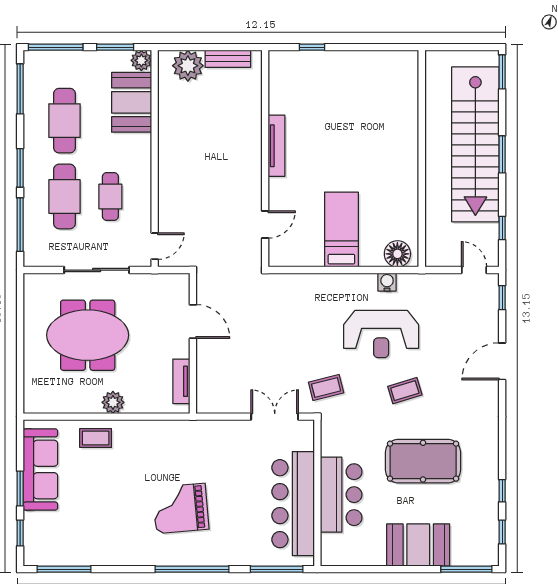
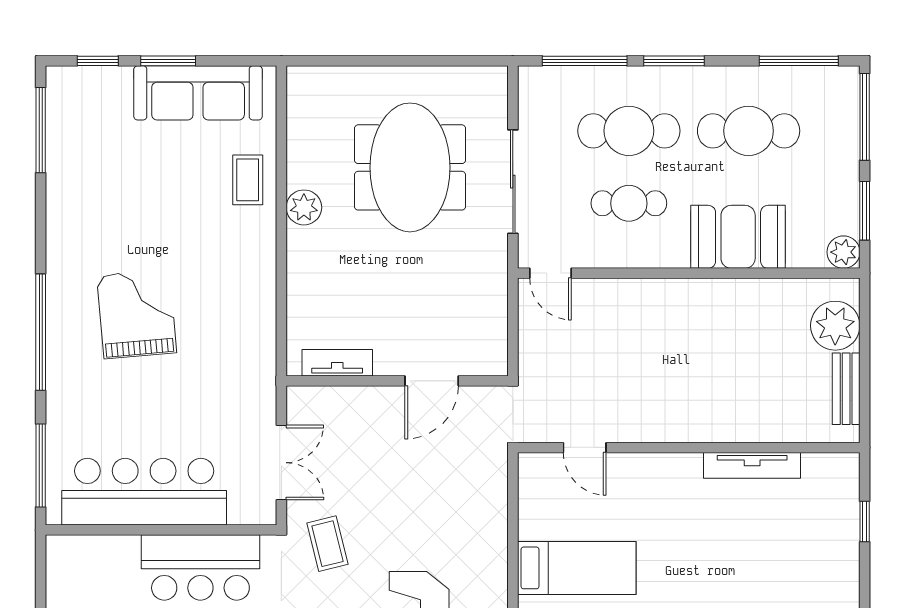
booth: (132, 102) -> (738, 237), moved
tv unit: (276, 146) -> (752, 465), moved
door: (193, 322) -> (432, 381), moved
wall: (193, 343) -> (397, 381), moved
tv unit: (181, 381) -> (337, 363), moved
bar counter: (341, 495) -> (200, 567), moved

